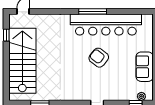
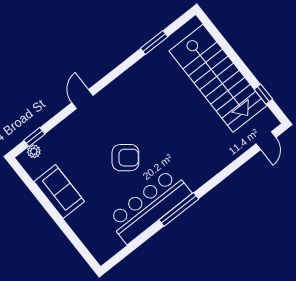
bar counter: (106, 25) -> (149, 206), width x0.73

